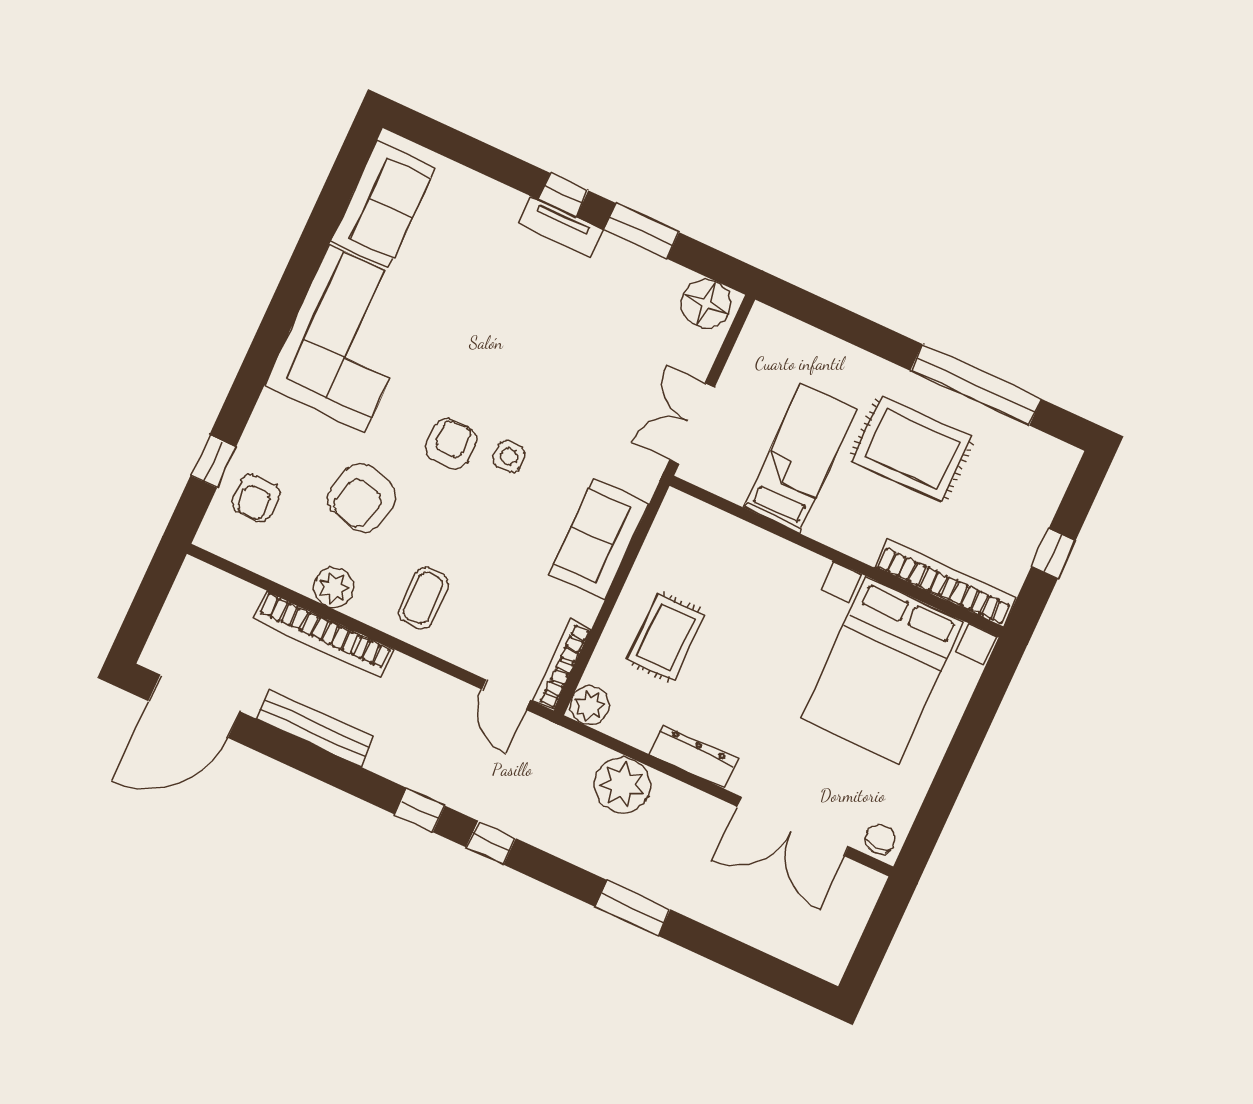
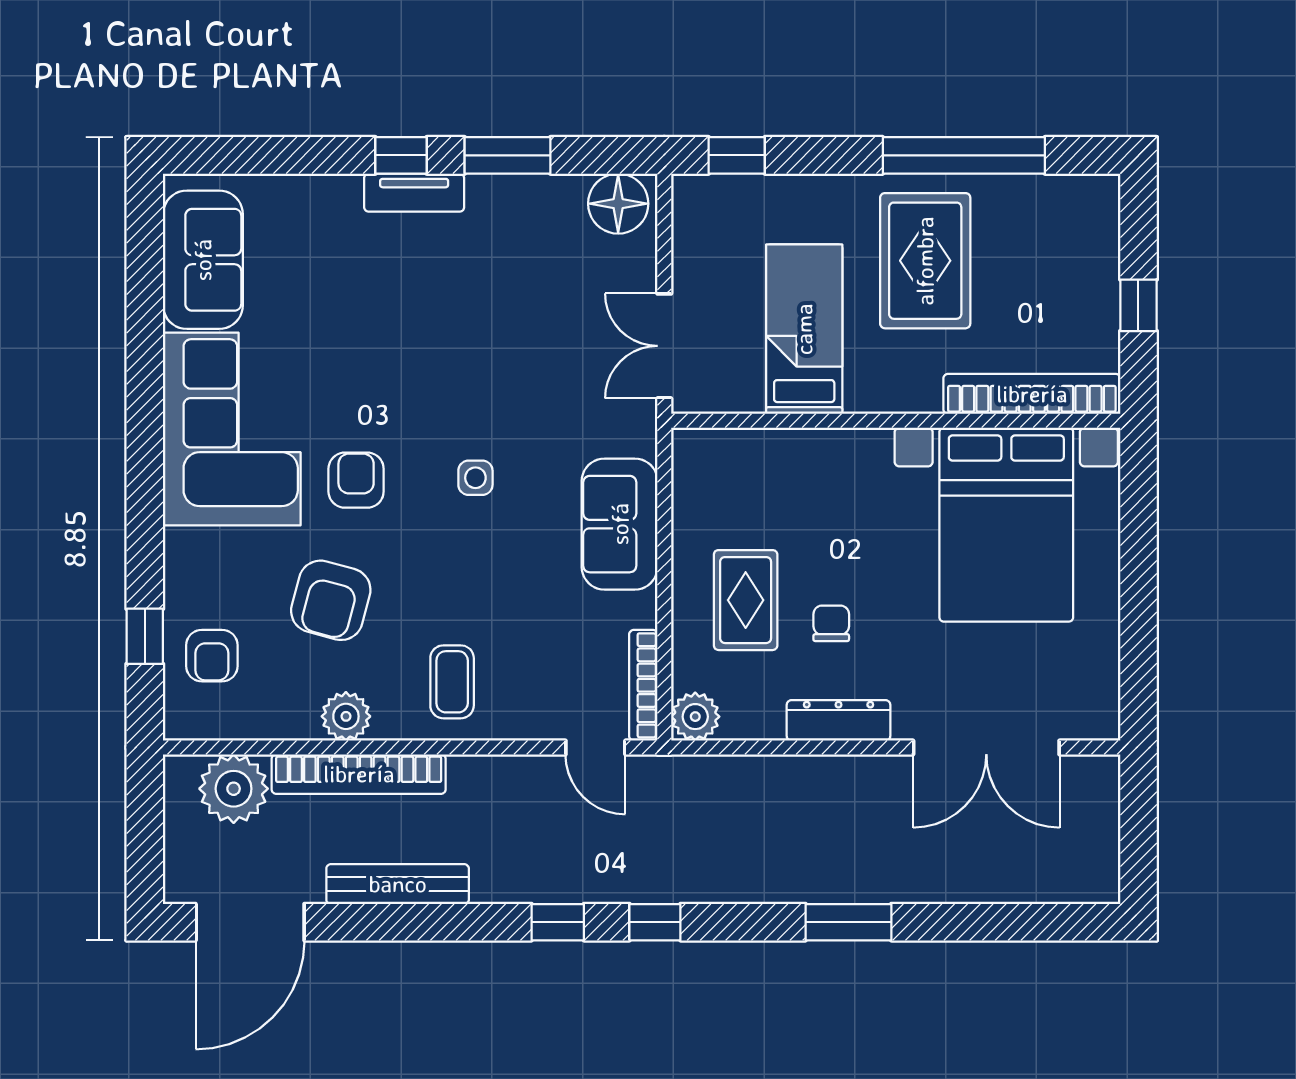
window: (809, 308) -> (737, 155), added
armchair: (451, 444) -> (356, 480), moved
rug: (912, 449) -> (925, 261), turned 90
plant: (622, 785) -> (234, 789), moved
chair: (880, 839) -> (831, 623), moved

